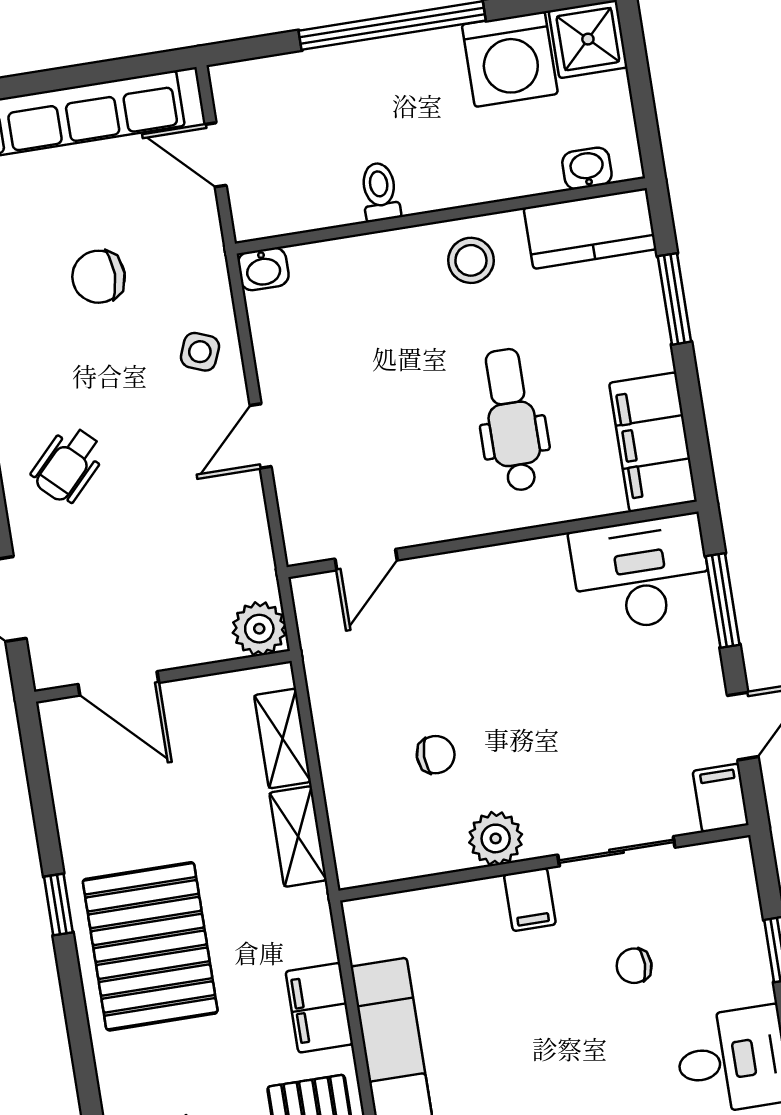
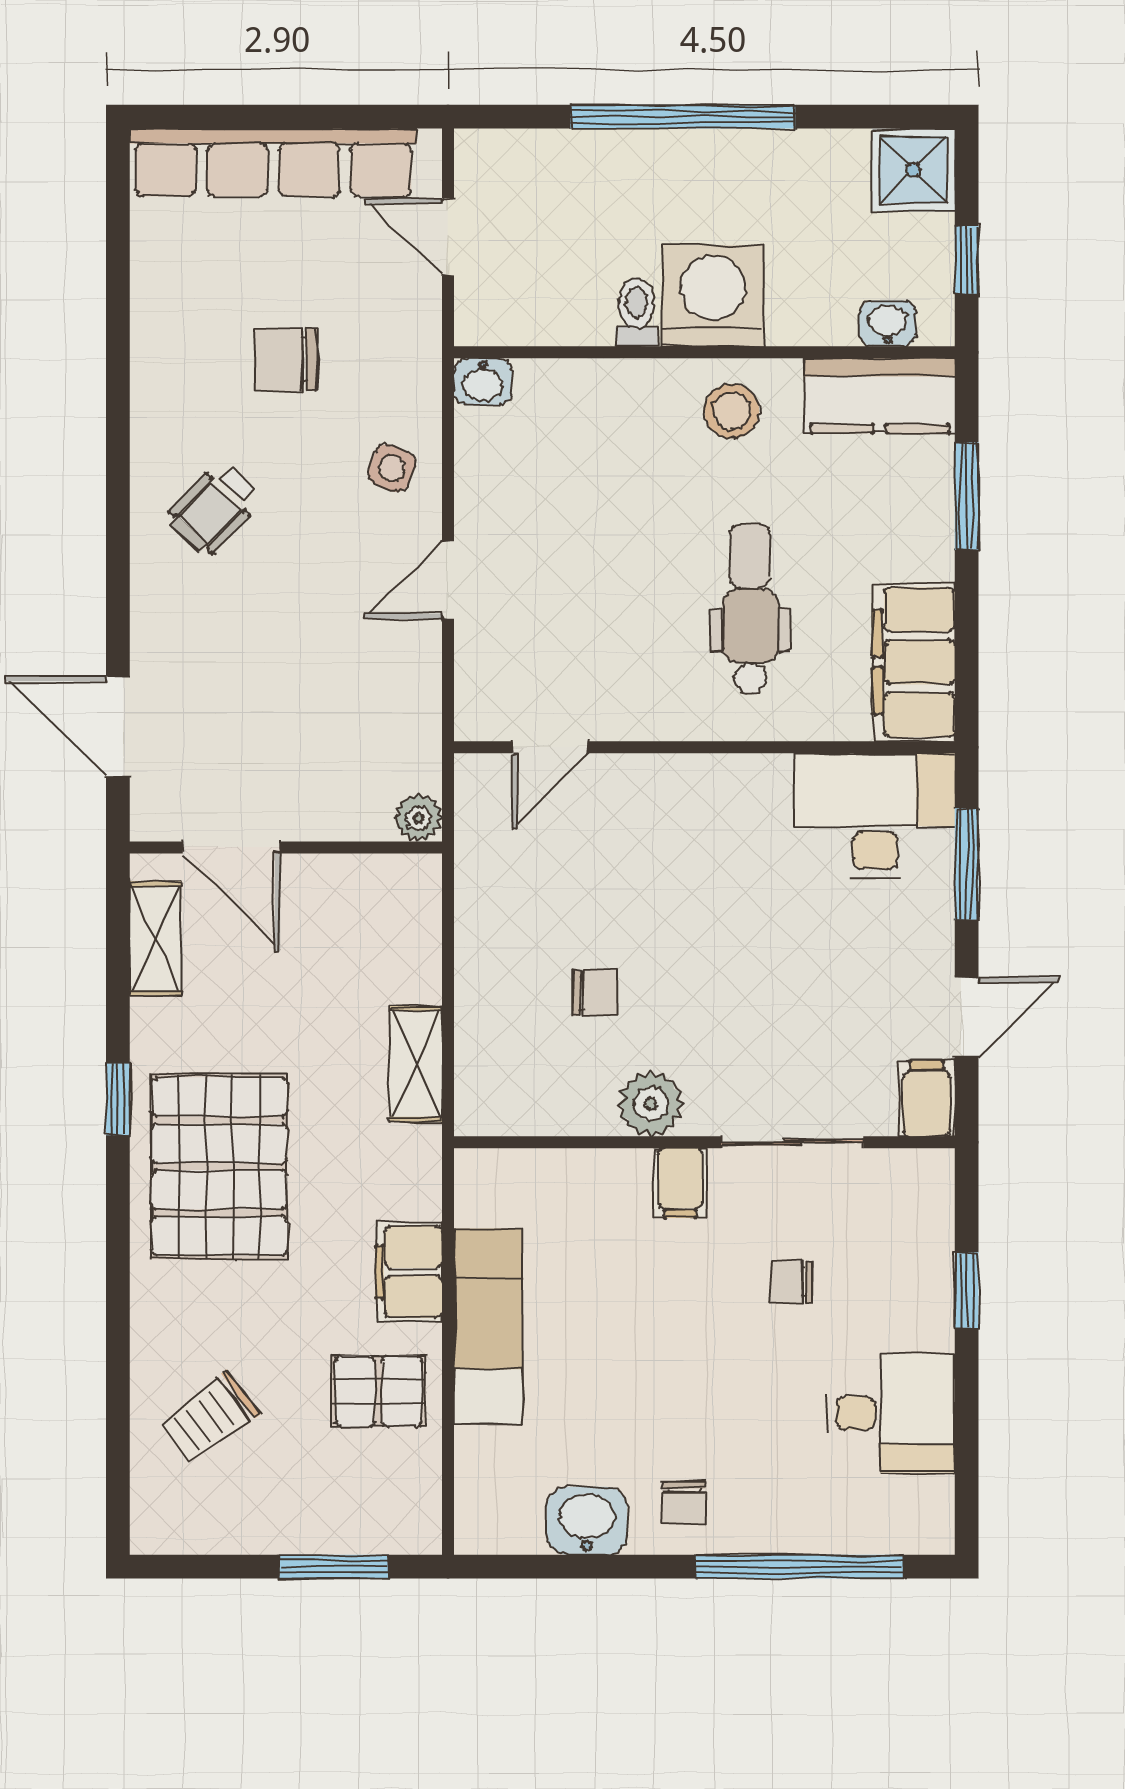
washing machine: (510, 59) -> (713, 296), moved, turned 180
window: (643, 106) -> (967, 260), added
wheelchair: (68, 465) -> (214, 508), moved
plant: (259, 629) -> (418, 818), width x0.73, depth x0.73
shelving: (283, 738) -> (155, 938), moved

